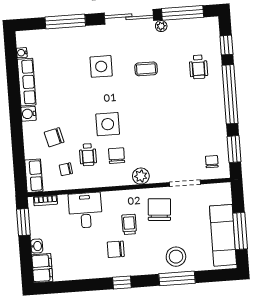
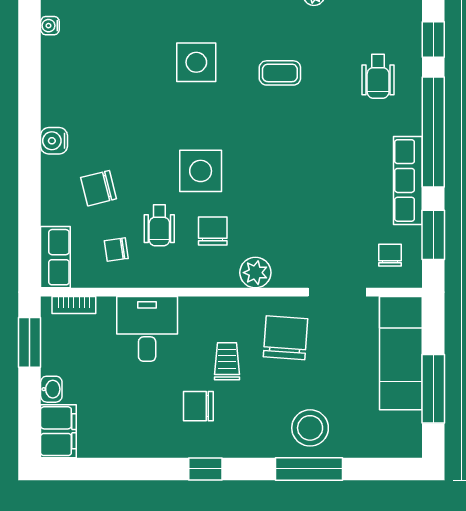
row of seats: (27, 82) -> (408, 180), moved, turned 180
exam couch: (223, 235) -> (401, 353), moved

